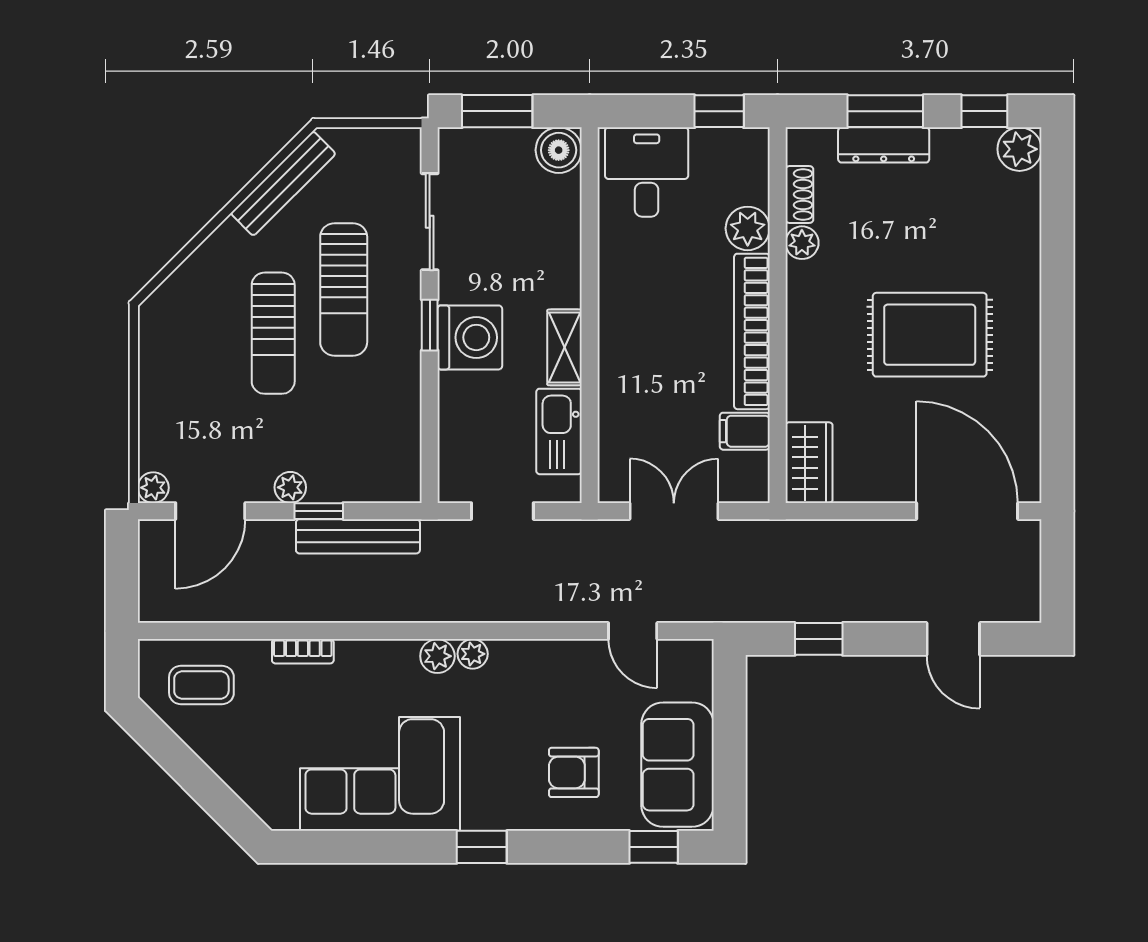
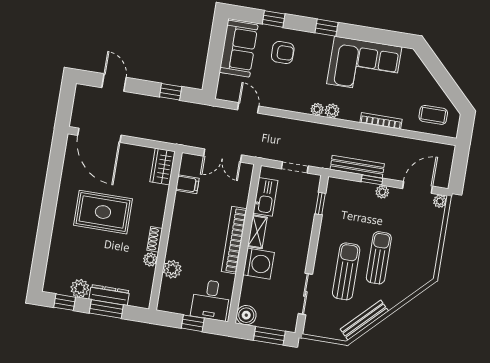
window: (719, 111) -> (193, 323), moved
plant: (1020, 149) -> (80, 288), moved
shoe rack: (799, 194) -> (155, 239), moved
window: (430, 325) -> (320, 204), moved
bookcase: (752, 331) -> (234, 240), moved, turned 180
washing machine: (470, 337) -> (259, 264), moved, turned 180
bookcase: (303, 651) -> (381, 121), width x1.56
window: (654, 847) -> (274, 19), moved

